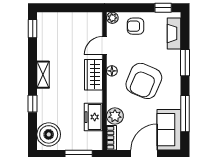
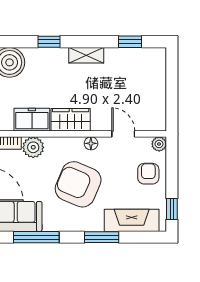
window: (33, 29) -> (130, 42), moved
fireplace: (174, 33) -> (132, 220), width x1.37, depth x1.32
wardrobe: (93, 75) -> (71, 120), moved

